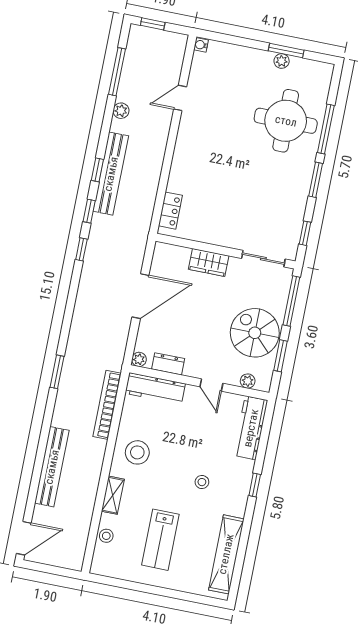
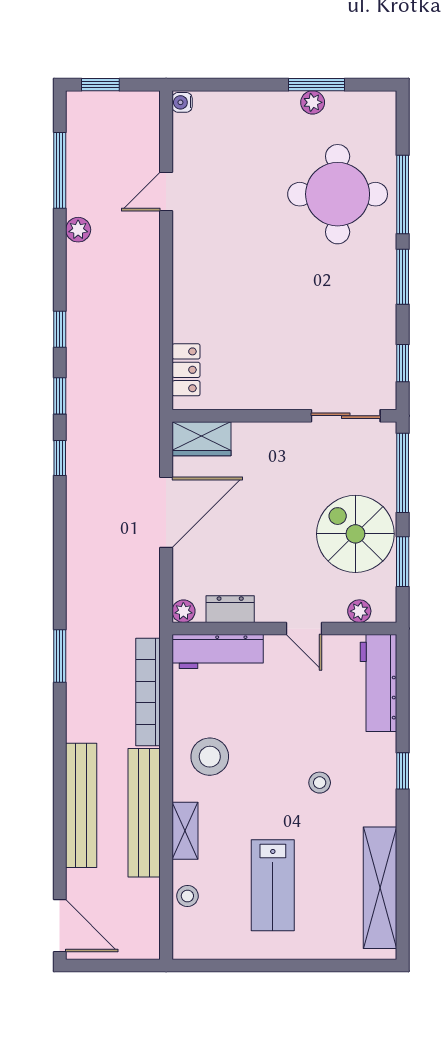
bench: (111, 174) -> (144, 813), moved
wardrobe: (209, 262) -> (202, 439), moved
door: (24, 538) -> (60, 926), hinge flipped

